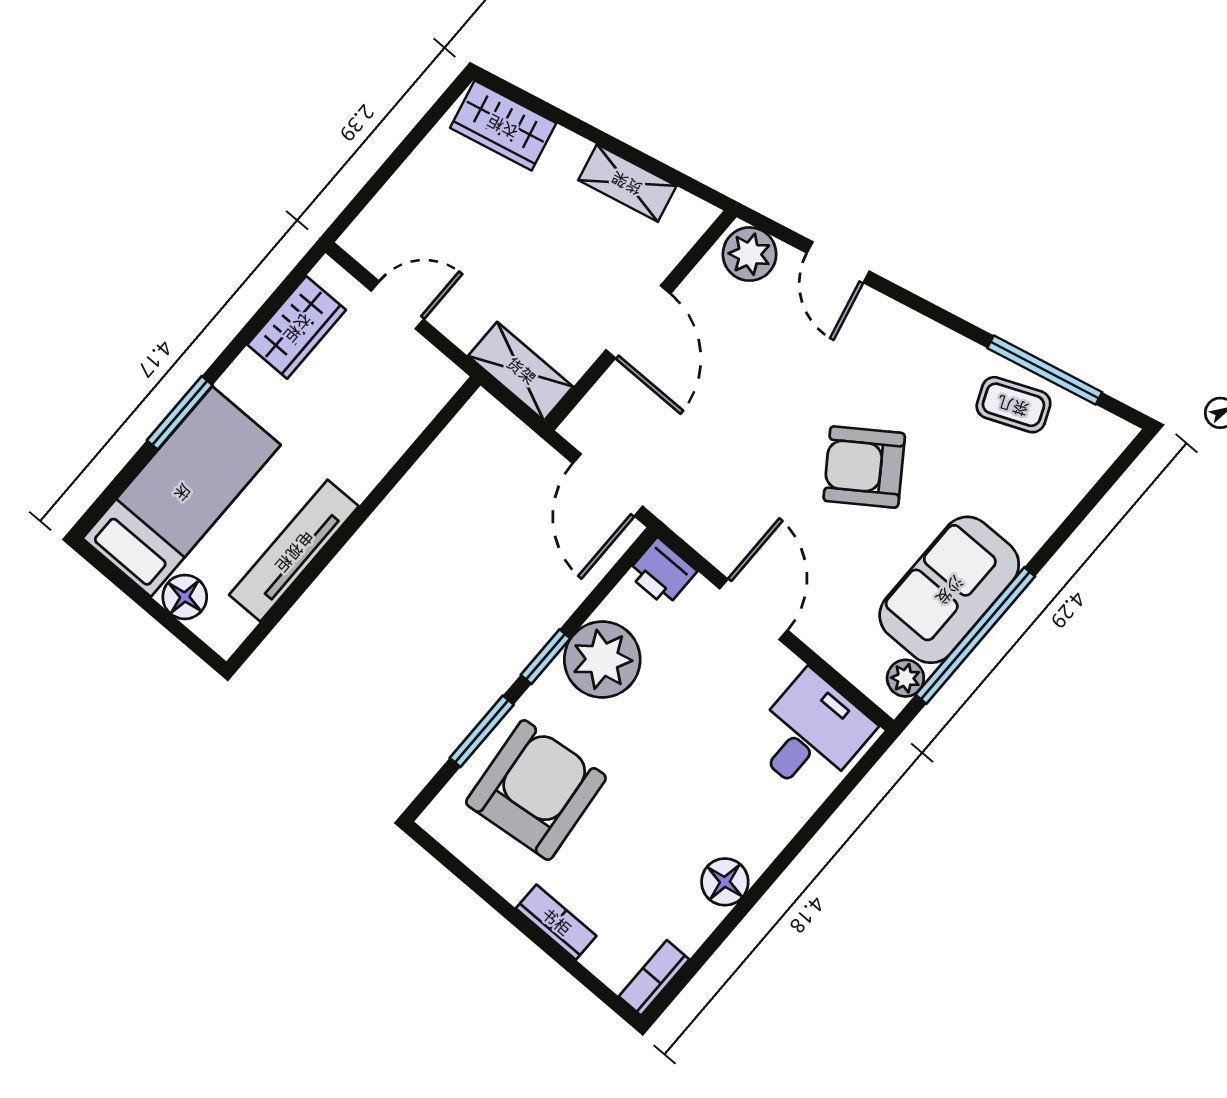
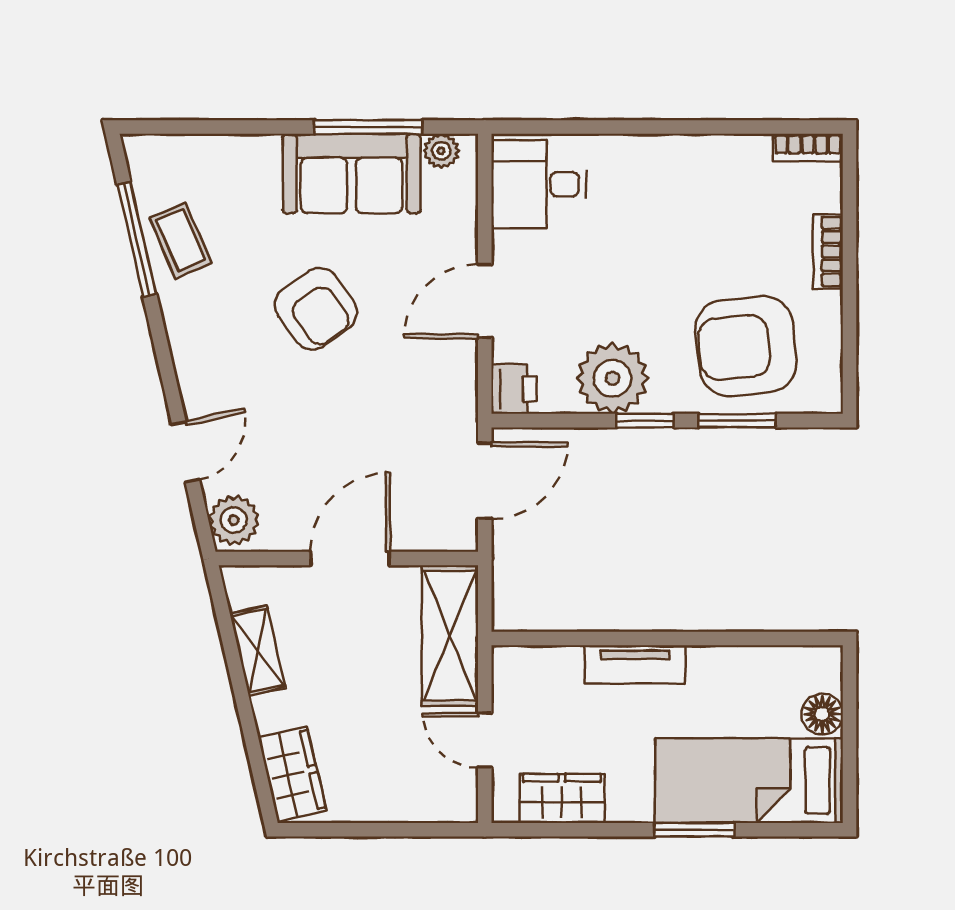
shelving: (521, 371) -> (450, 636), width x1.50, depth x1.33
tv unit: (294, 551) -> (635, 664), moved, width x0.71
window: (975, 636) -> (368, 127), width x0.68
floor lamp: (725, 882) -> (696, 156), removed

